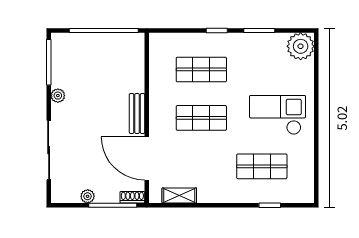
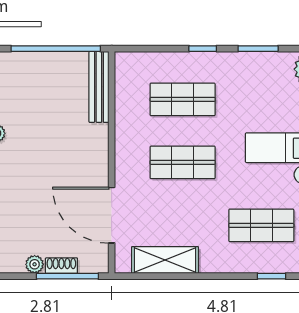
bench: (137, 113) -> (99, 87), moved, width x1.36
shelving: (179, 196) -> (165, 260), width x1.50, depth x1.33
shoe rack: (132, 197) -> (61, 266), moved

